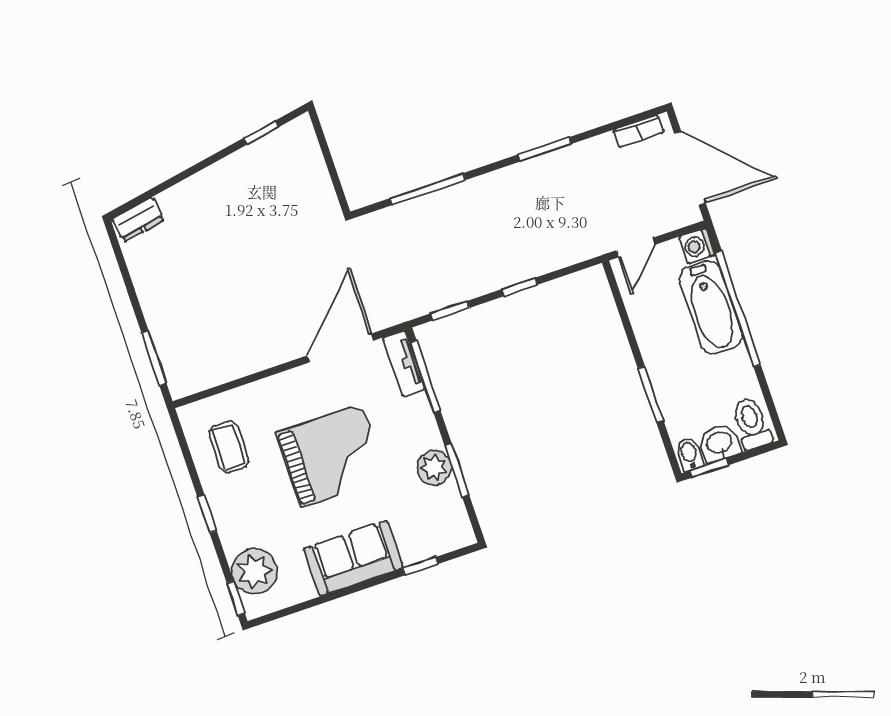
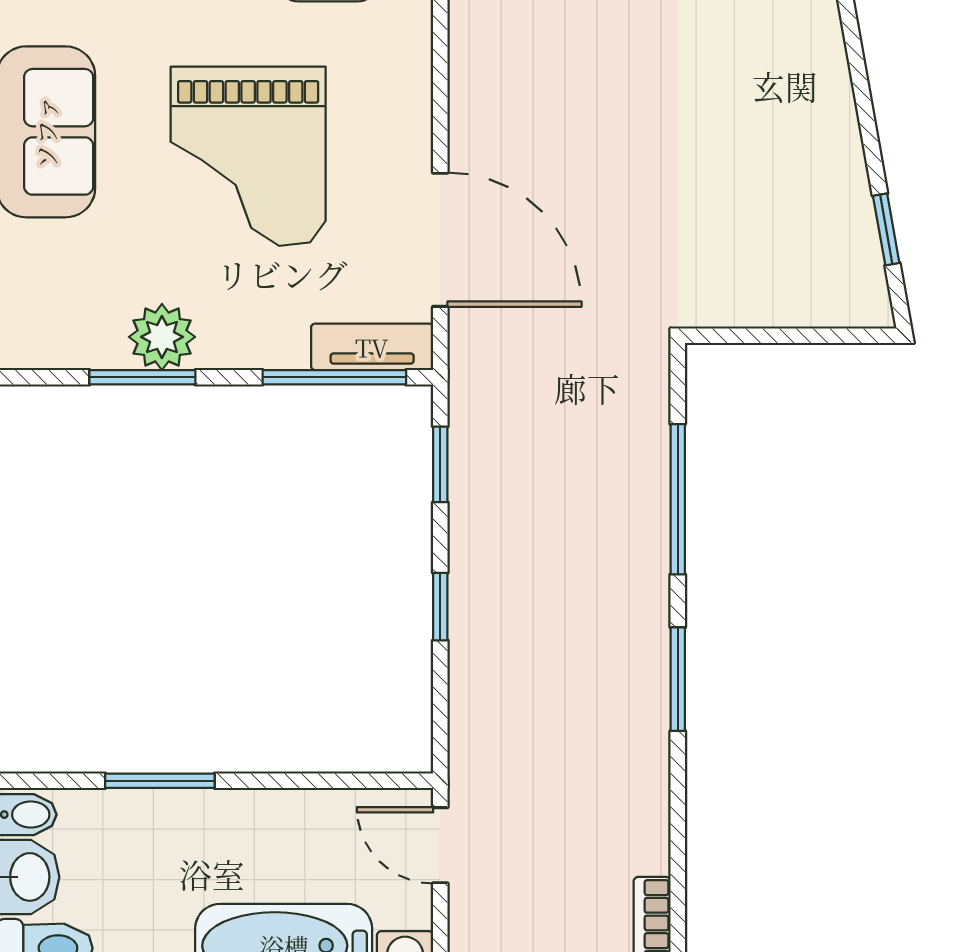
window: (545, 149) -> (678, 679), moved

